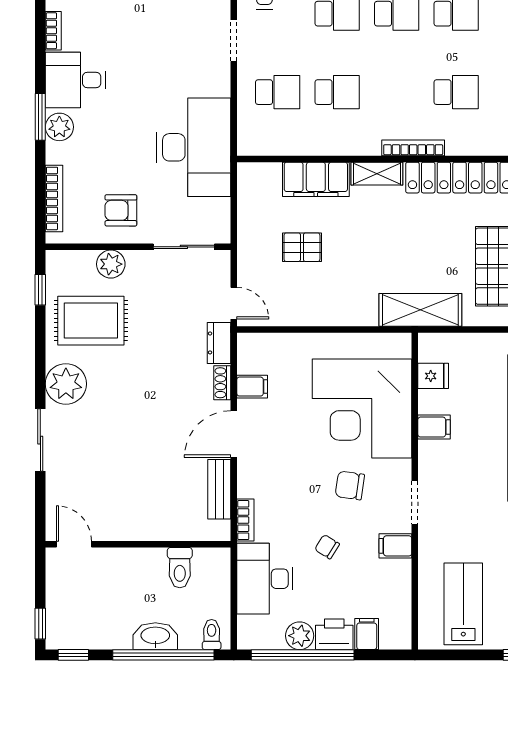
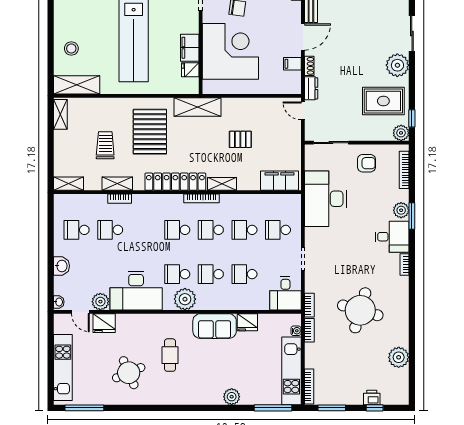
school desk: (397, 92) -> (211, 230), added
filing cabinet: (316, 179) -> (279, 181), moved
pallet: (302, 247) -> (240, 139), moved
plant: (111, 264) -> (401, 133), moved
filing cabinet: (434, 427) -> (190, 48), width x2.00

